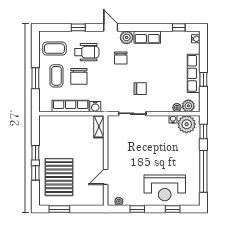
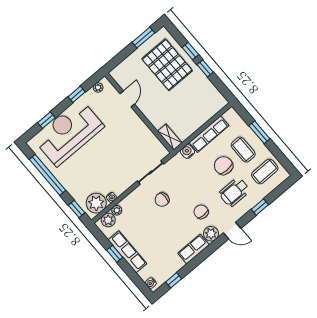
reception desk: (165, 188) -> (69, 133), width x1.36, depth x1.30

